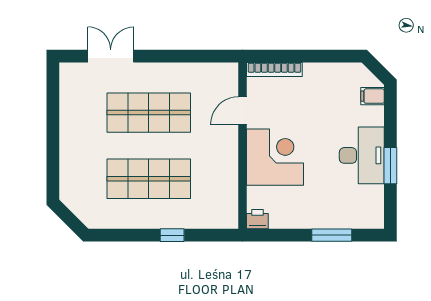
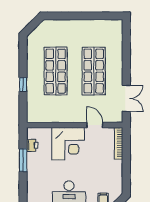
double door: (111, 56) -> (126, 98), moved
printer: (257, 219) -> (32, 145), moved
window: (332, 235) -> (23, 160), moved

